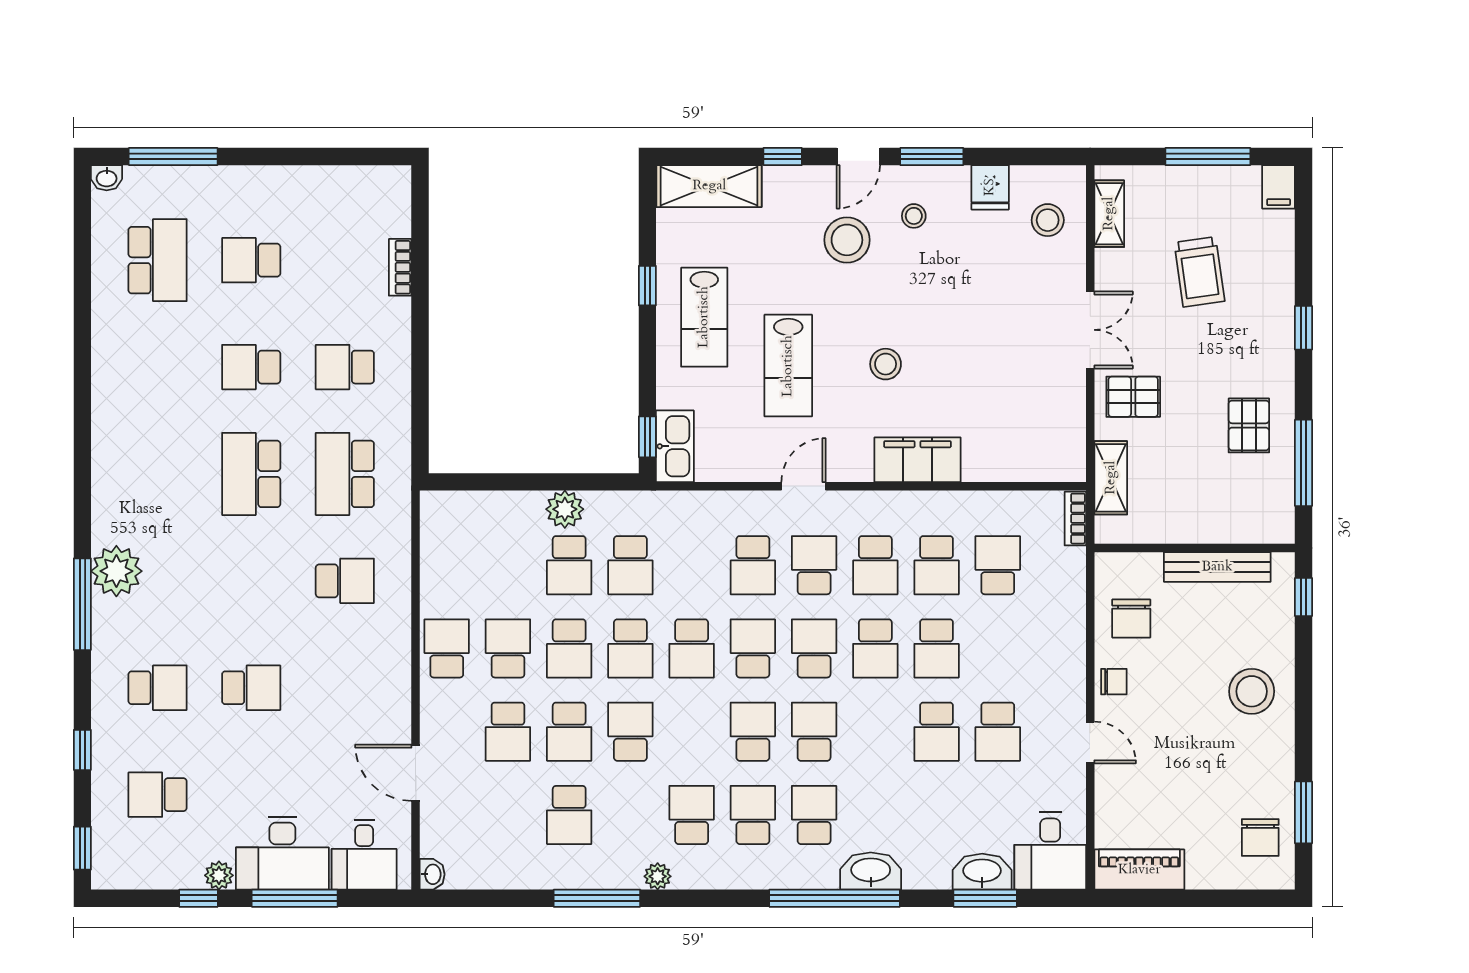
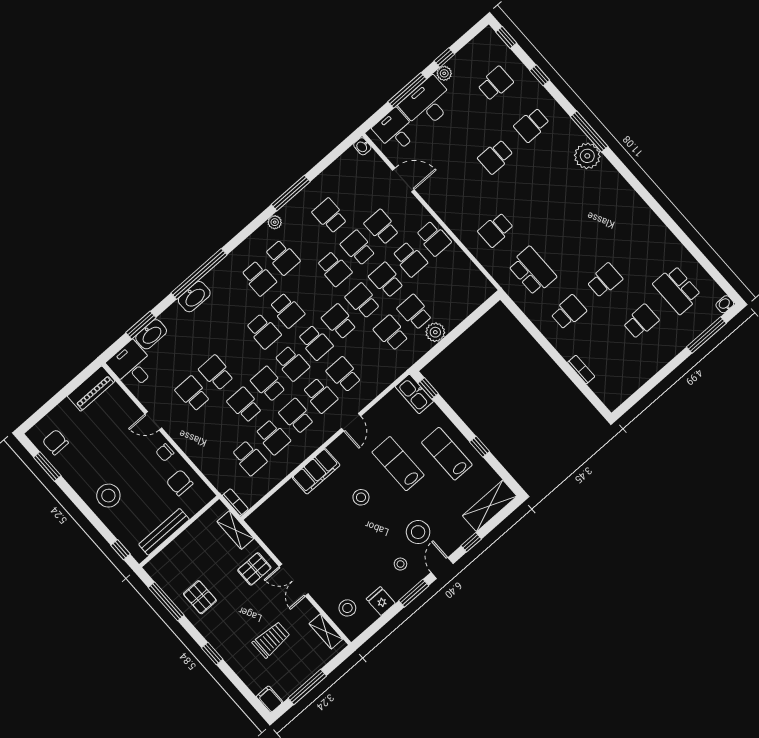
trolley: (1199, 272) -> (271, 640), turned 98
school desk: (251, 474) -> (568, 239), removed
school desk: (937, 565) -> (273, 437), turned 180
school desk: (814, 815) -> (235, 299), removed

